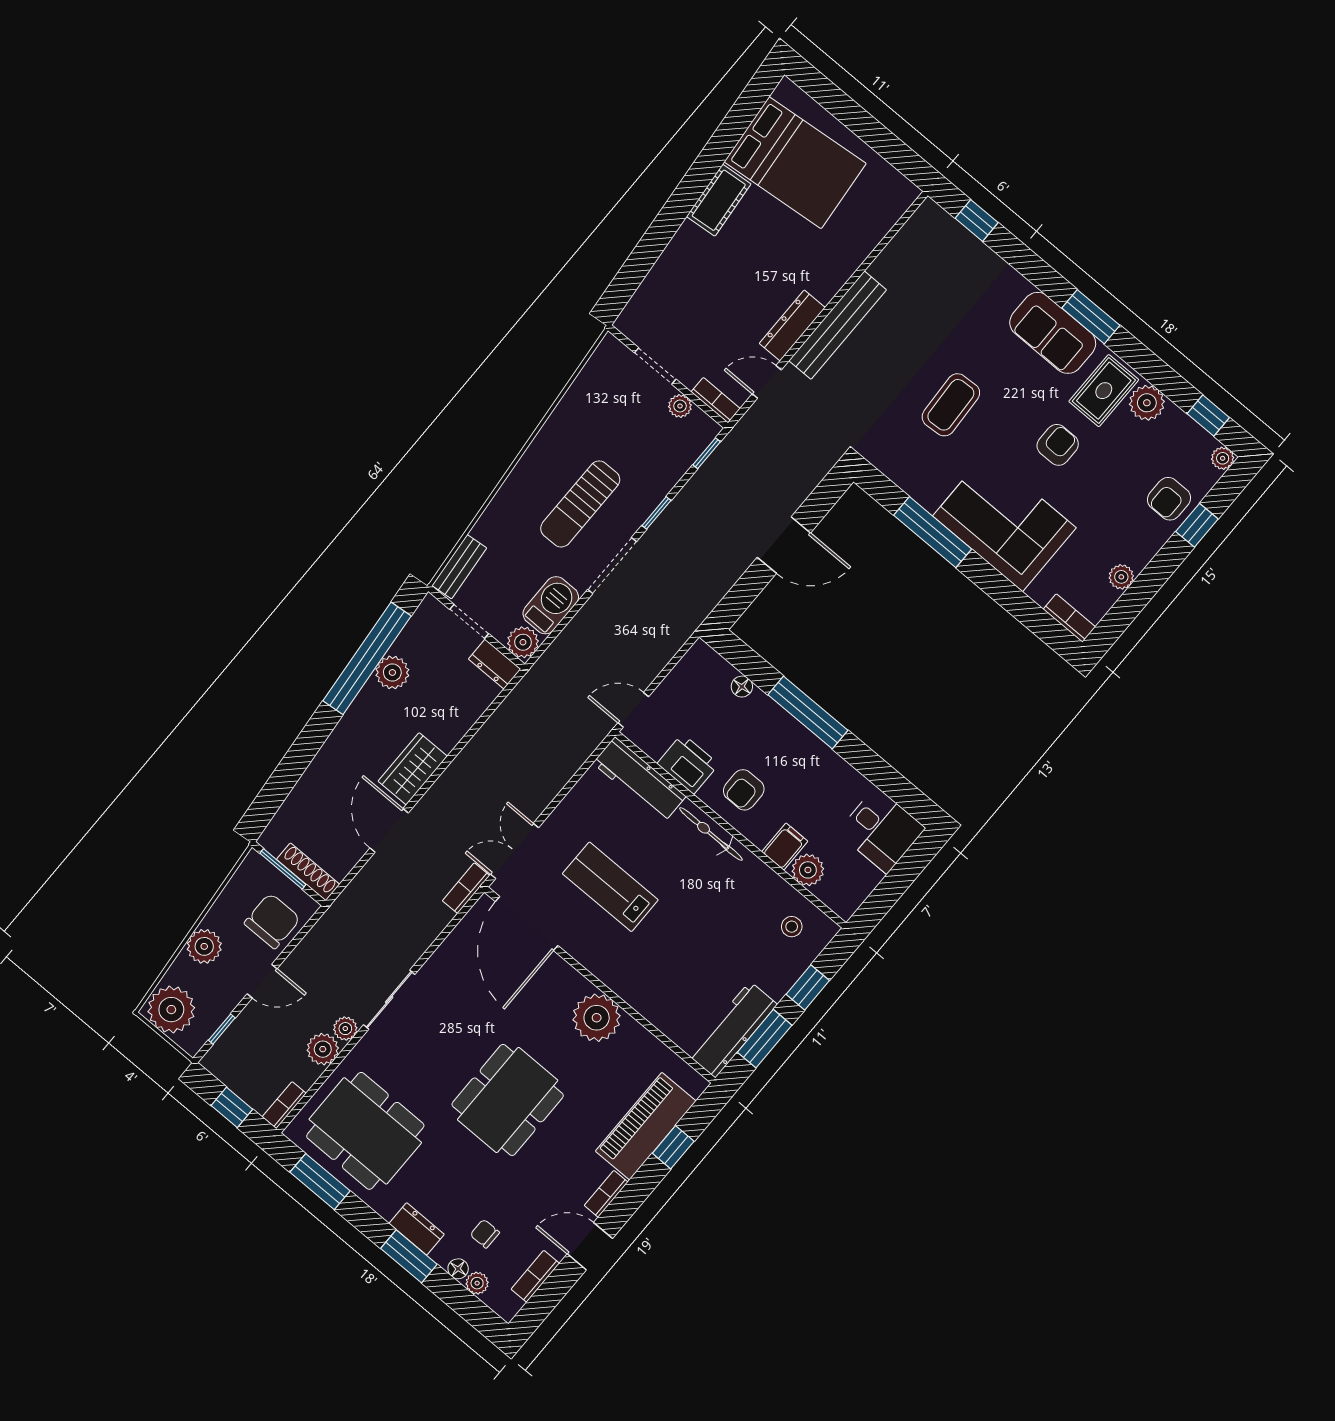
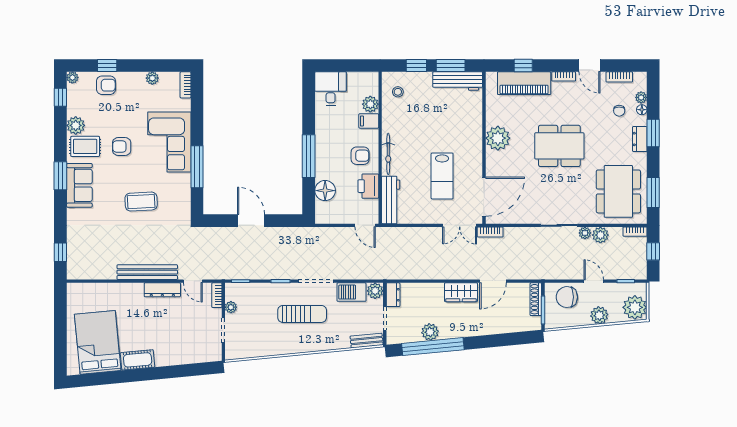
floor lamp: (742, 687) -> (325, 191), width x1.89, depth x1.89

